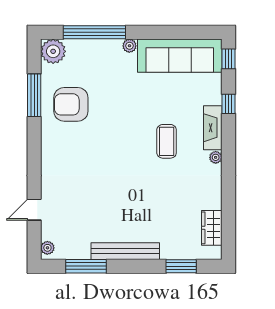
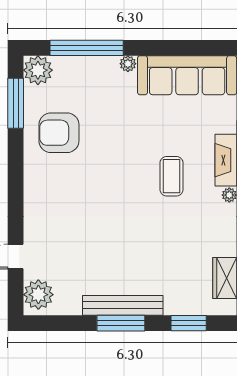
window: (34, 95) -> (16, 103), moved
plant: (47, 248) -> (38, 295), width x1.88, depth x1.88
window: (86, 266) -> (121, 323), moved

